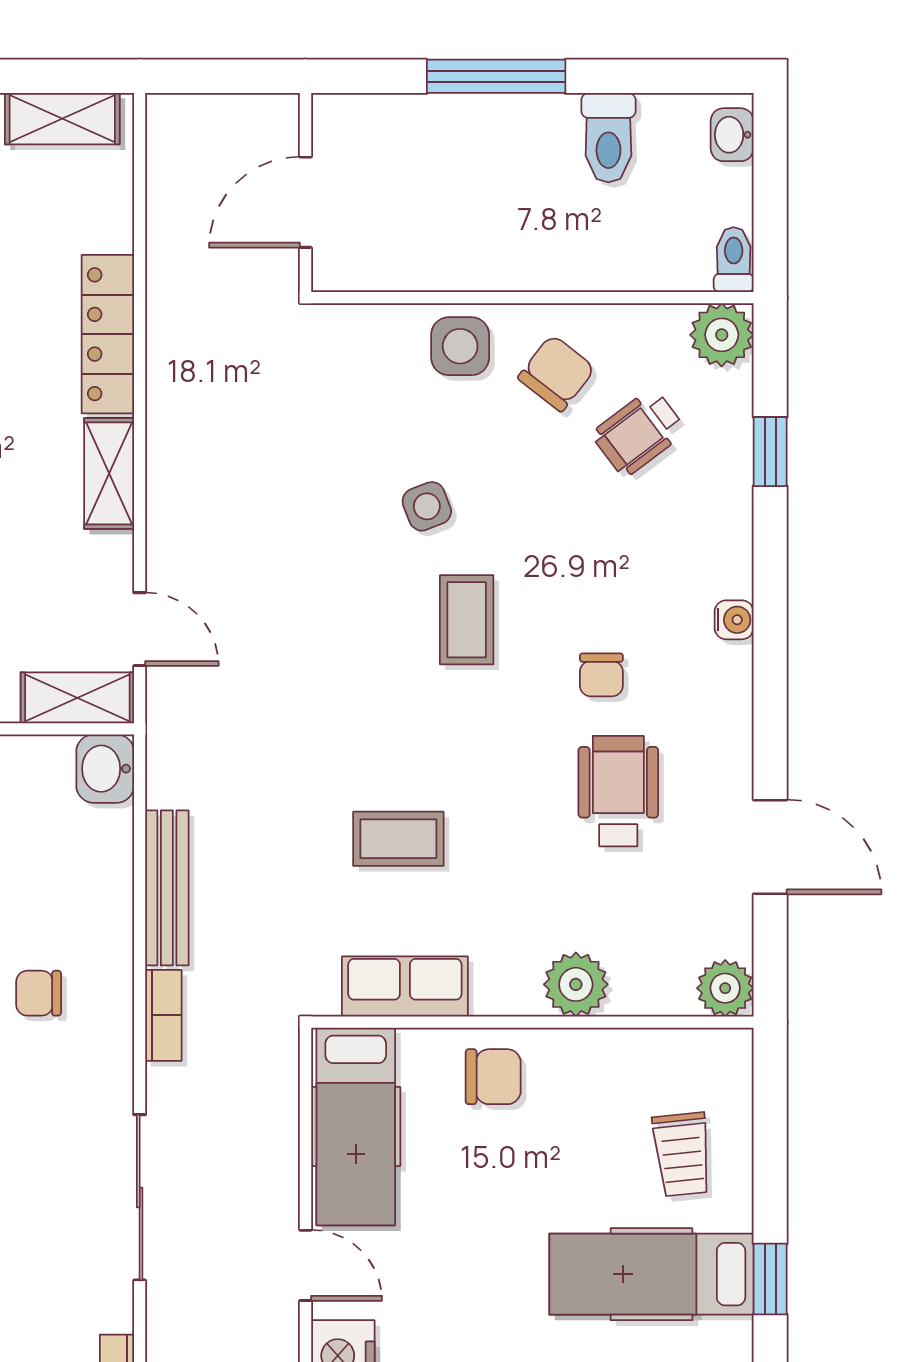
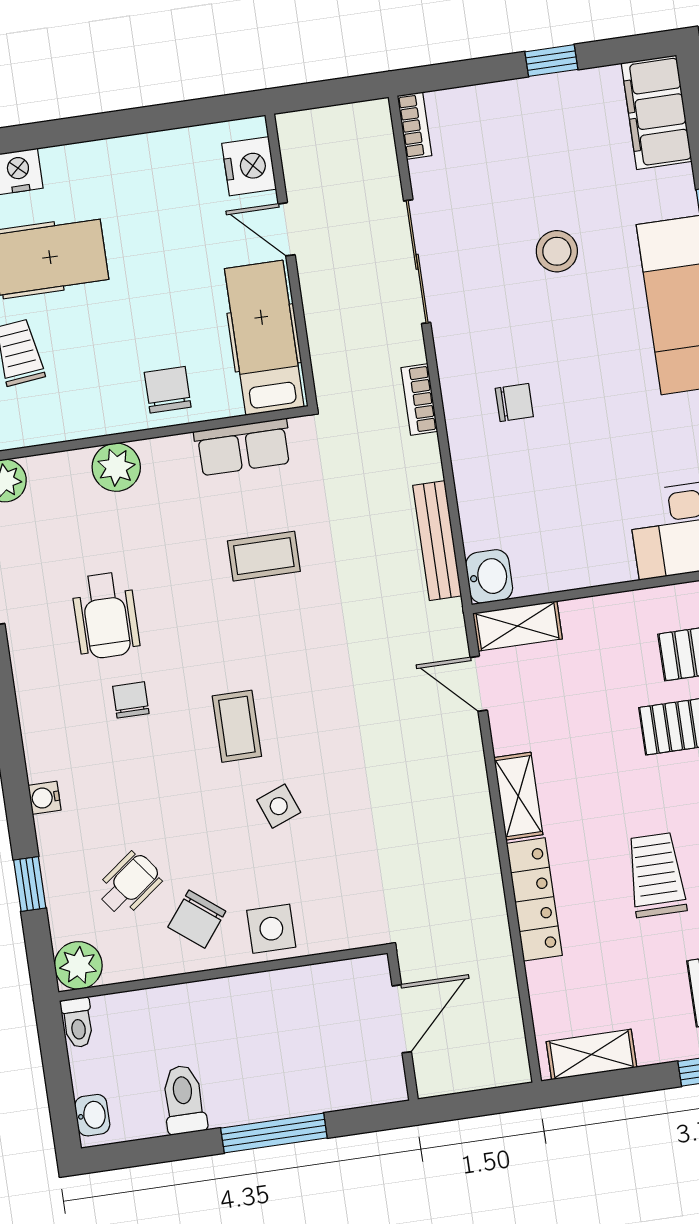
water cooler: (734, 620) -> (44, 798), moved
bench: (167, 888) -> (437, 541), moved
chair: (493, 1077) -> (168, 390), turned 90

